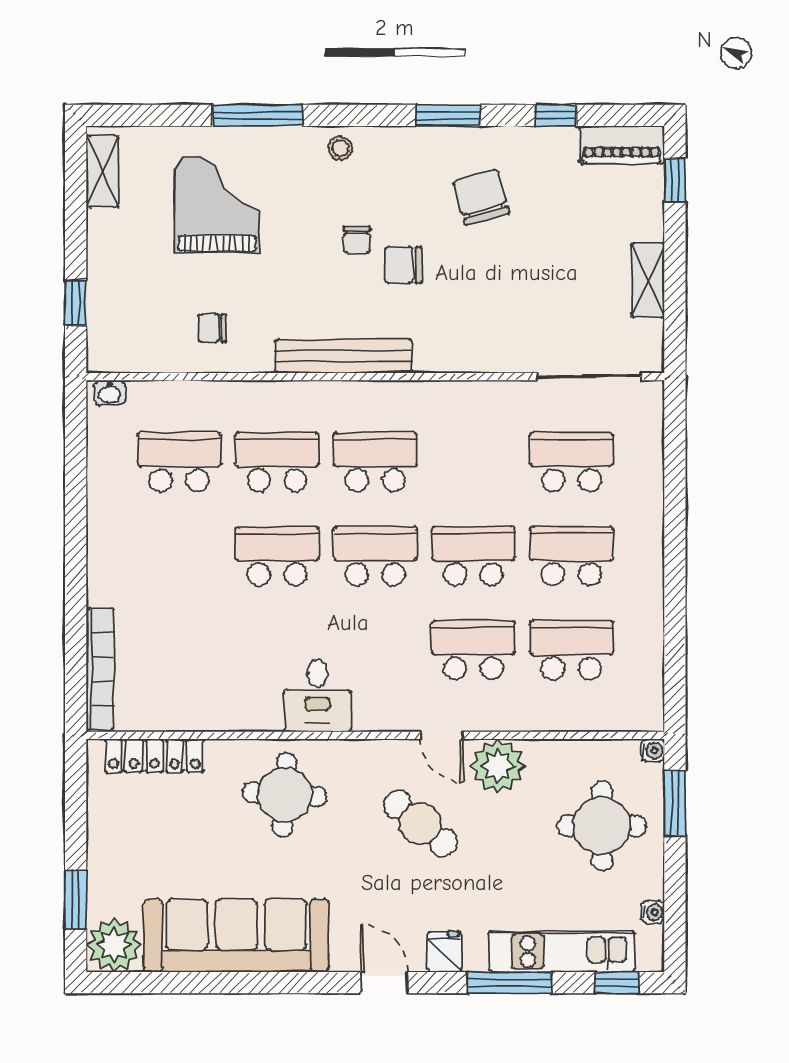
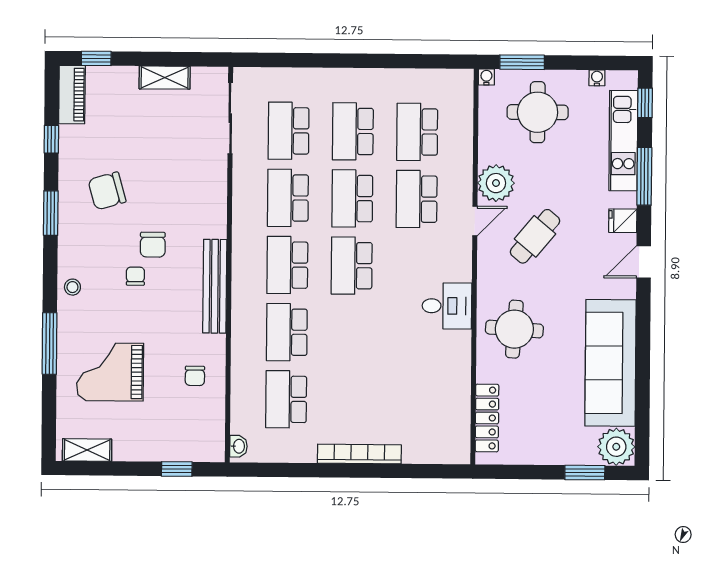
chair: (357, 240) -> (135, 276), turned -90
school desk: (277, 556) -> (288, 198), moved
bookcase: (100, 669) -> (359, 454), moved

